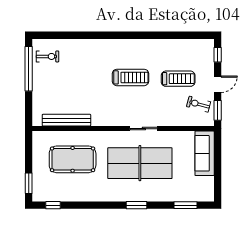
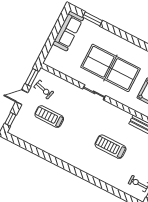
treadmill: (130, 77) -> (110, 147), moved
sofa: (205, 153) -> (68, 31), moved
window: (136, 205) -> (129, 38), removed

